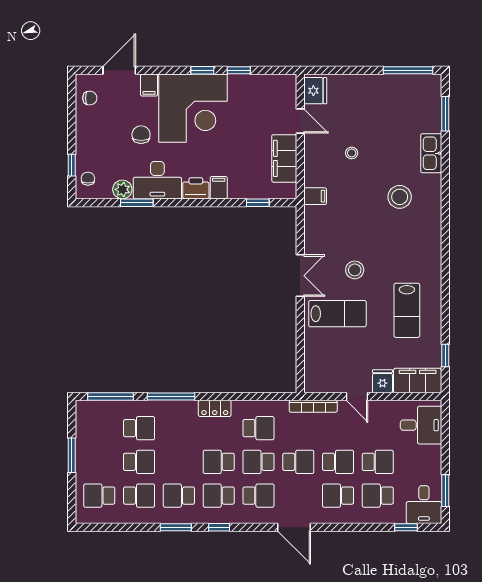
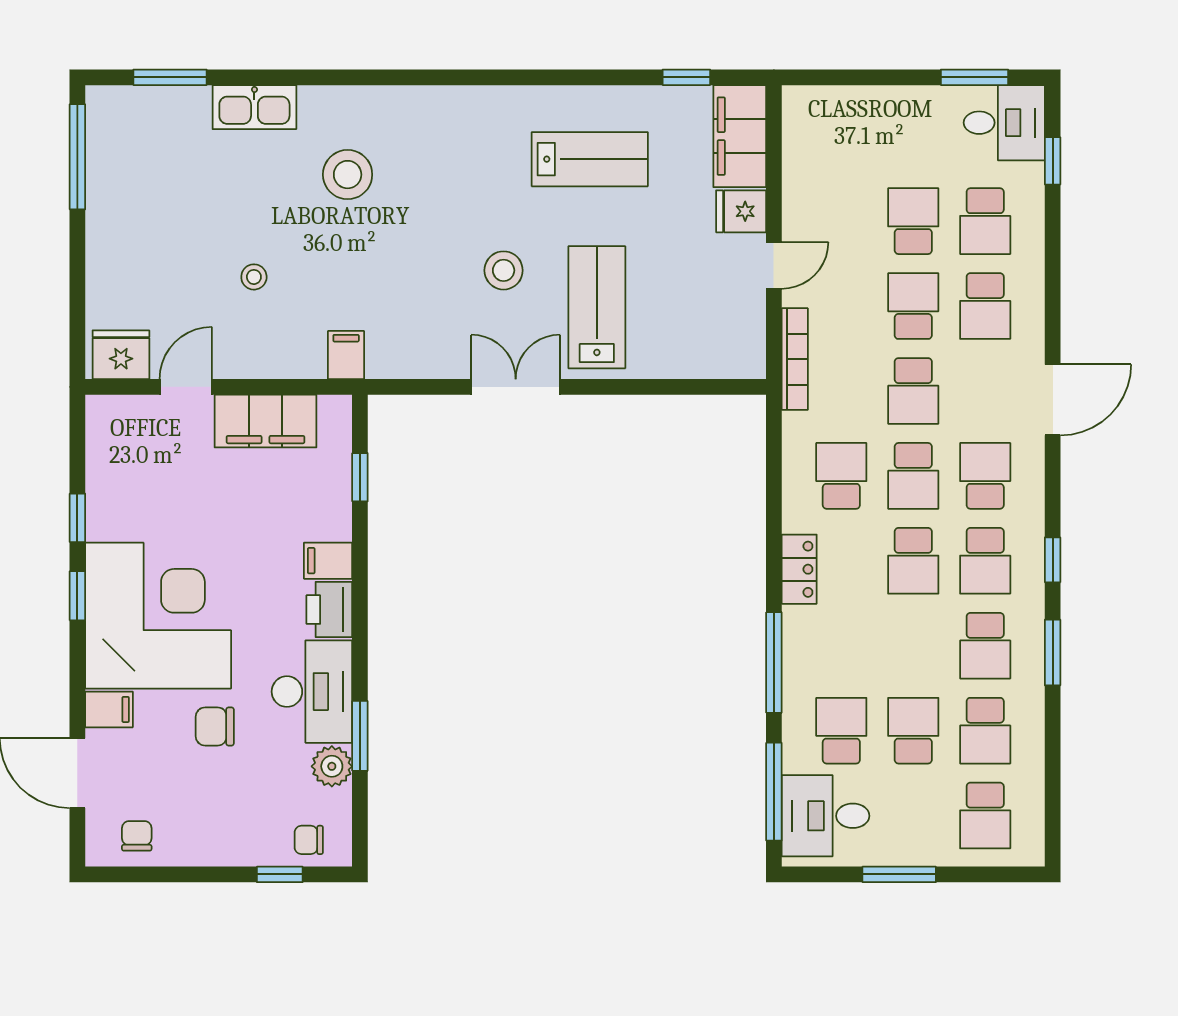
desk: (421, 425) -> (826, 816), moved, turned -90
school desk: (298, 462) -> (913, 391), turned 180
school desk: (139, 496) -> (985, 731), turned 180

